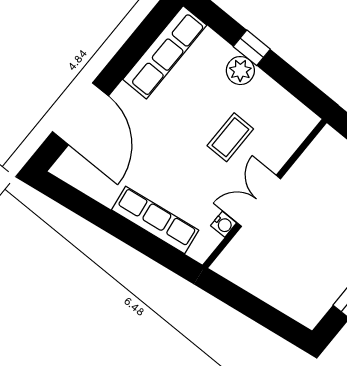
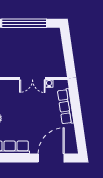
coffee table: (230, 137) -> (20, 104), removed

